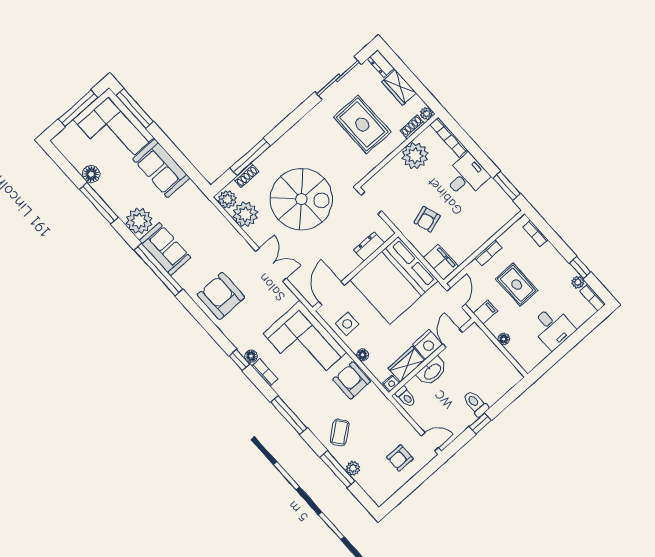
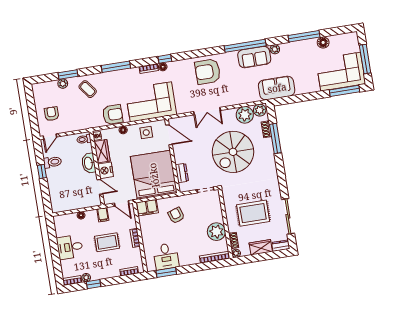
sofa: (161, 168) -> (277, 88), moved
desk: (466, 176) -> (166, 256), moved
plant: (139, 221) -> (275, 49), width x0.53, depth x0.53
armchair: (221, 296) -> (208, 72), turned 180
toilet: (476, 404) -> (52, 162), moved
window: (337, 469) -> (68, 75), width x0.69

